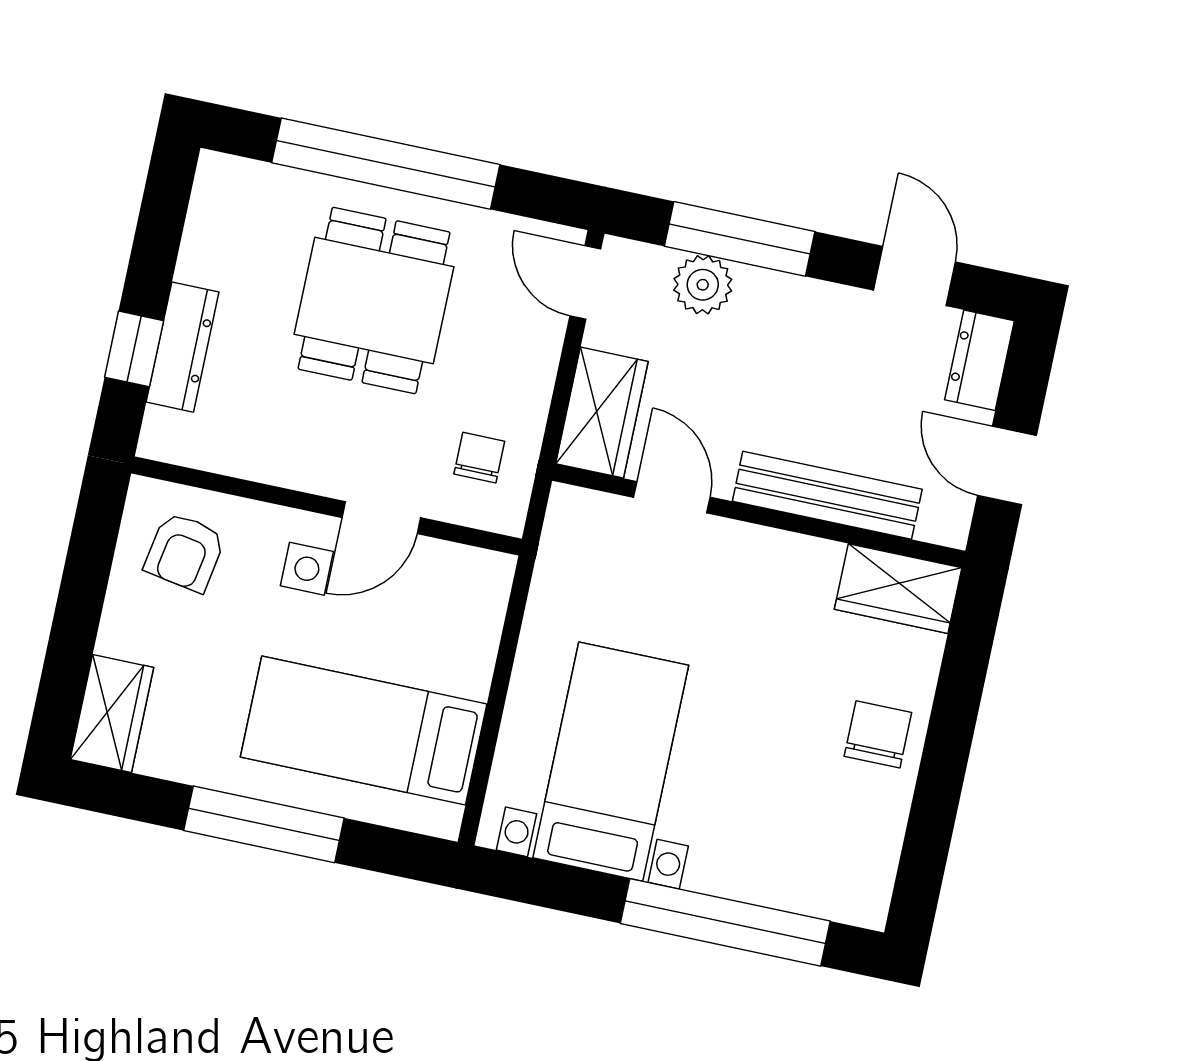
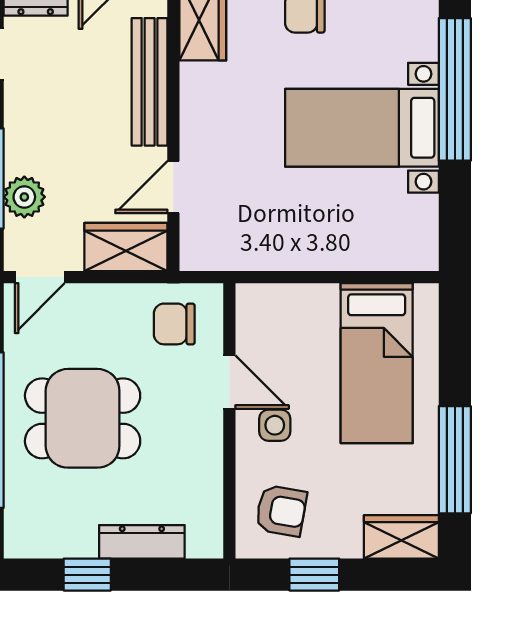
window: (134, 349) -> (87, 575), moved
chair: (479, 458) -> (174, 324), width x1.37, depth x1.37
window: (85, 580) -> (314, 575), added
bed with nightstands: (611, 762) -> (362, 128), moved
window: (264, 824) -> (455, 460), moved

